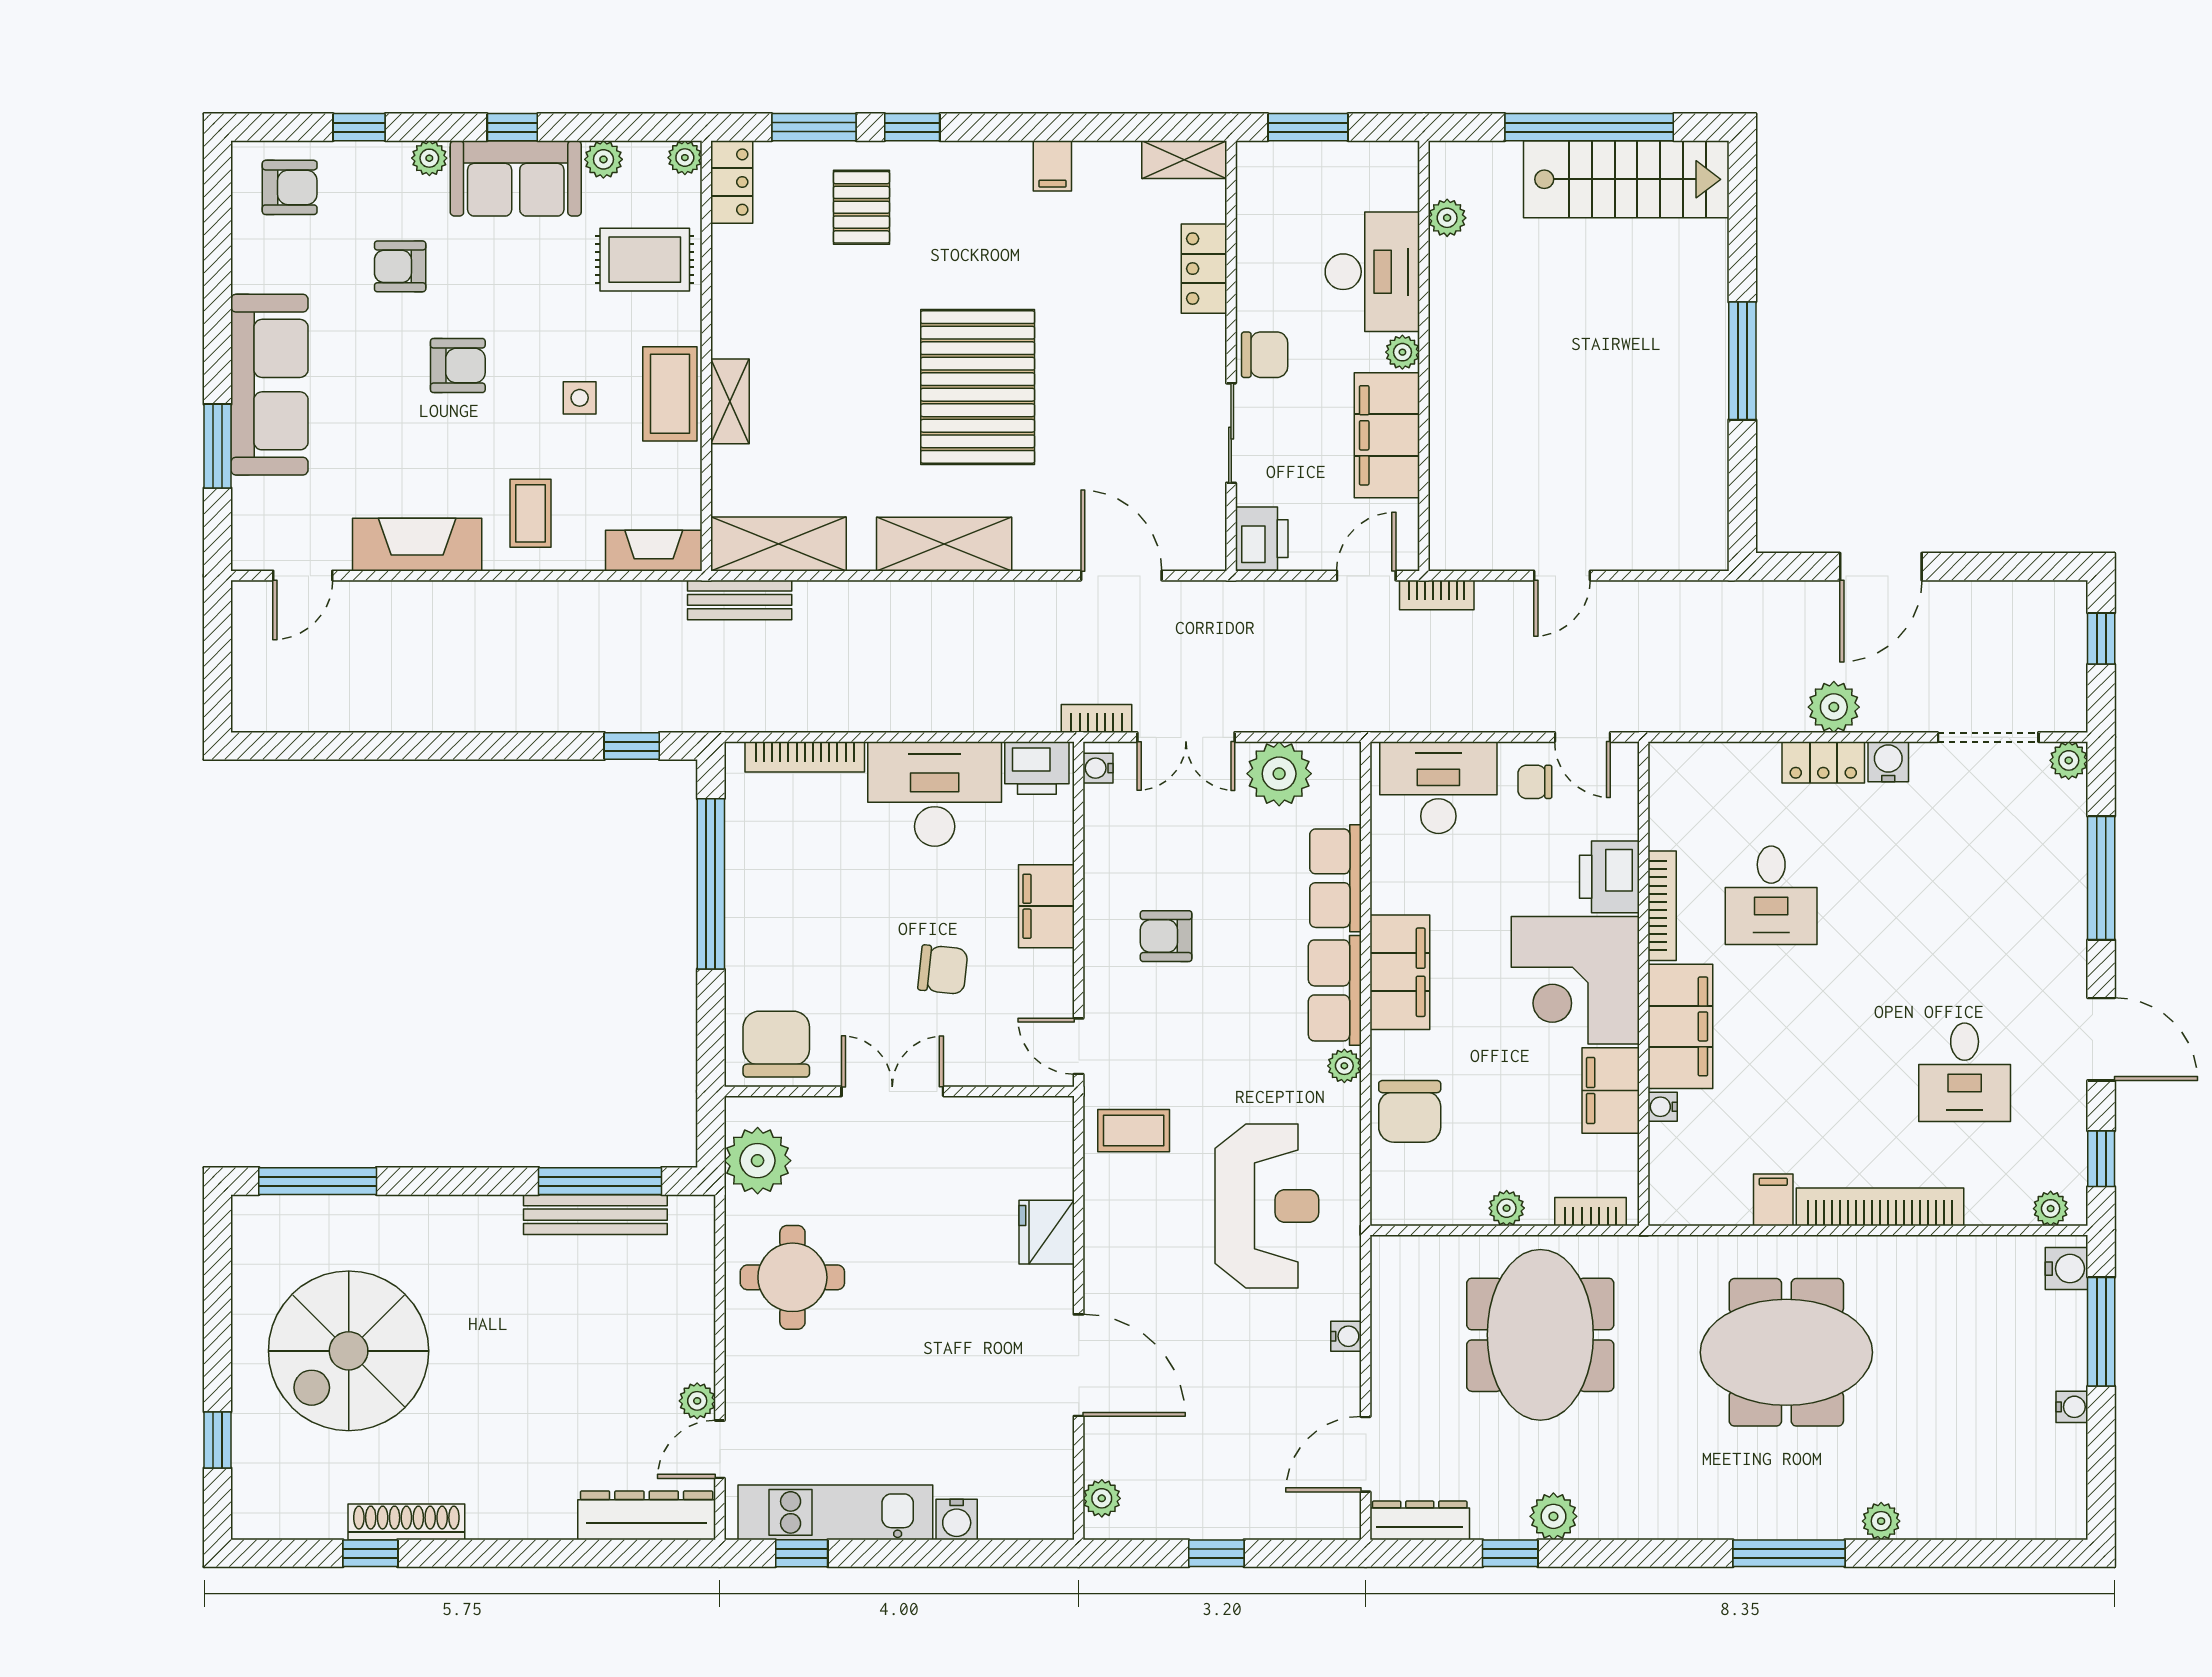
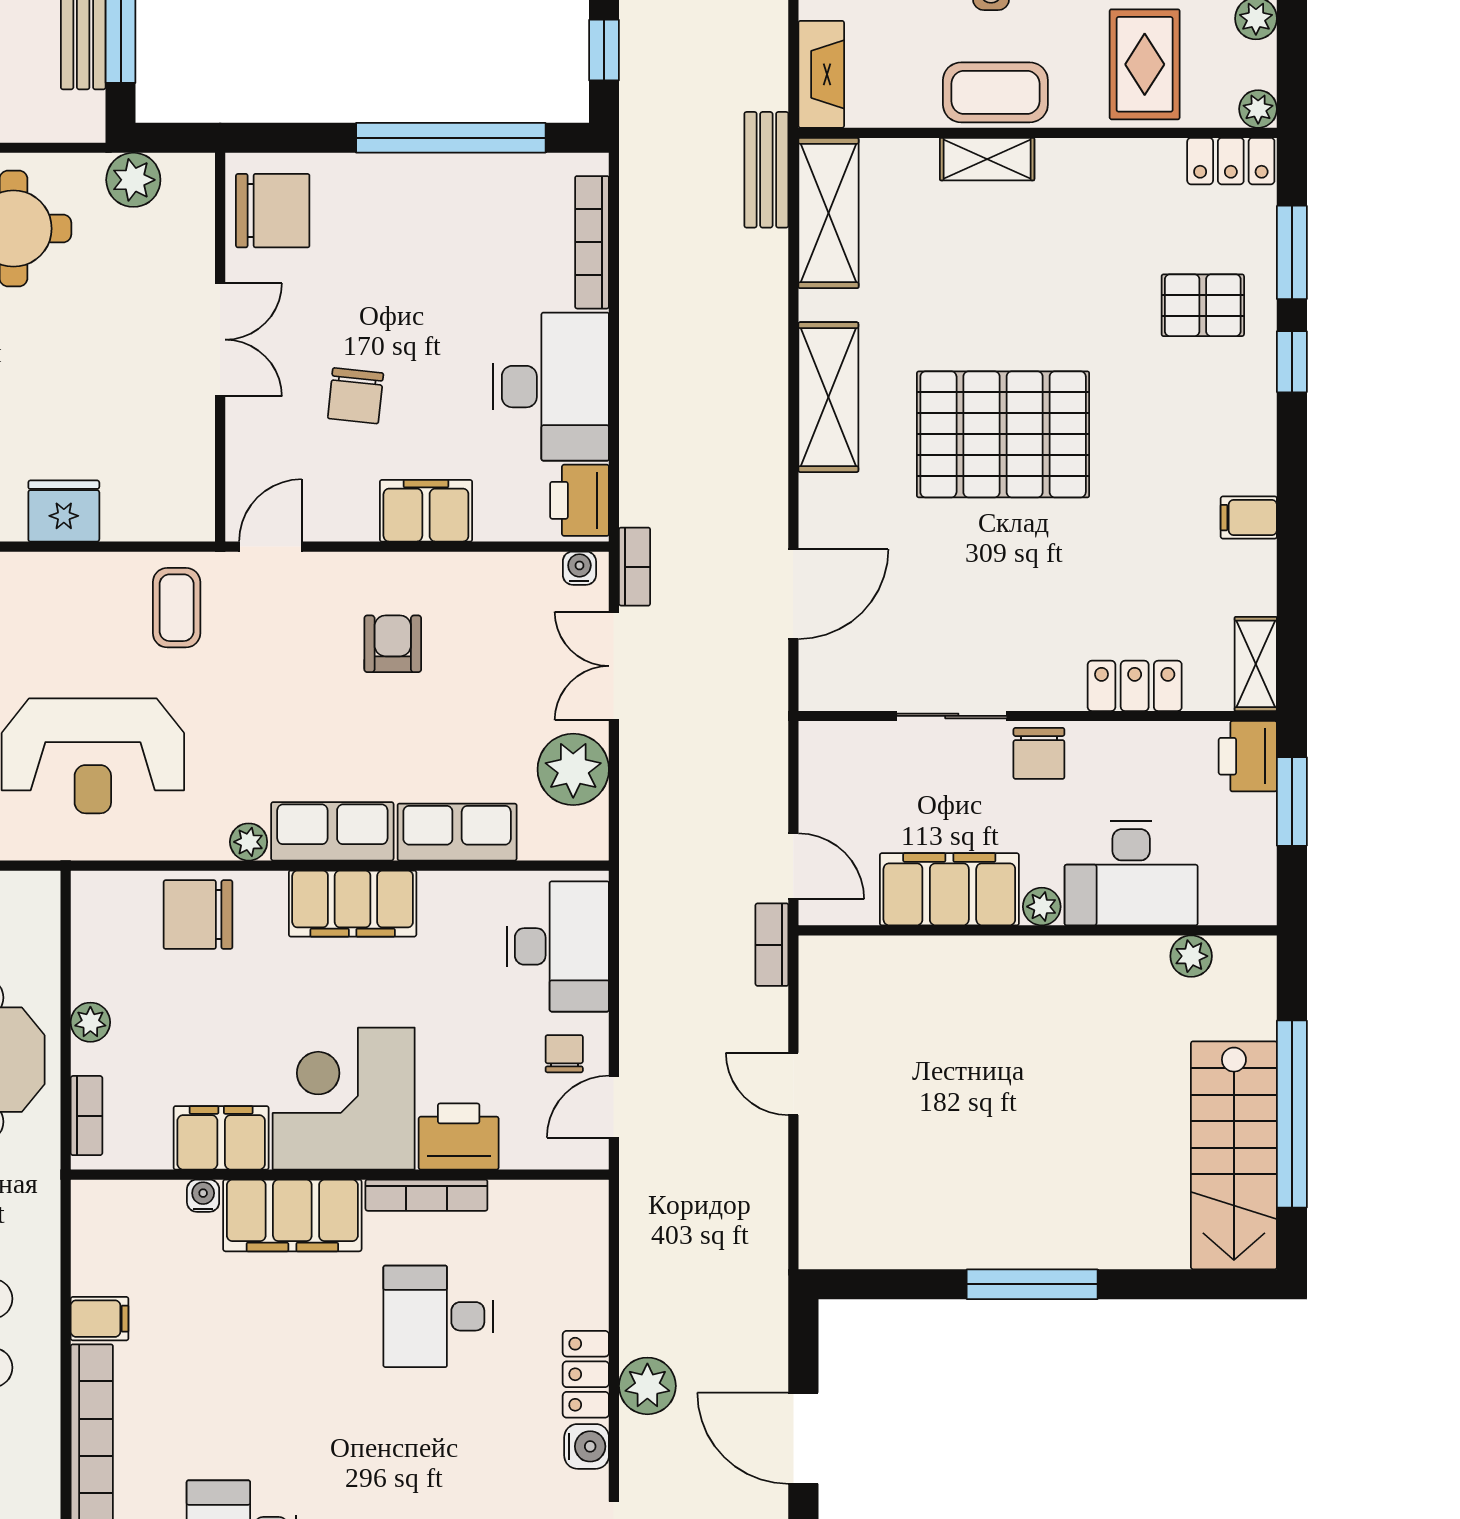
printer: (1262, 539) -> (1248, 756), moved, turned 90
plant: (758, 1161) -> (133, 180), width x0.73, depth x0.73

